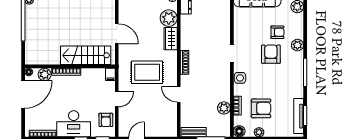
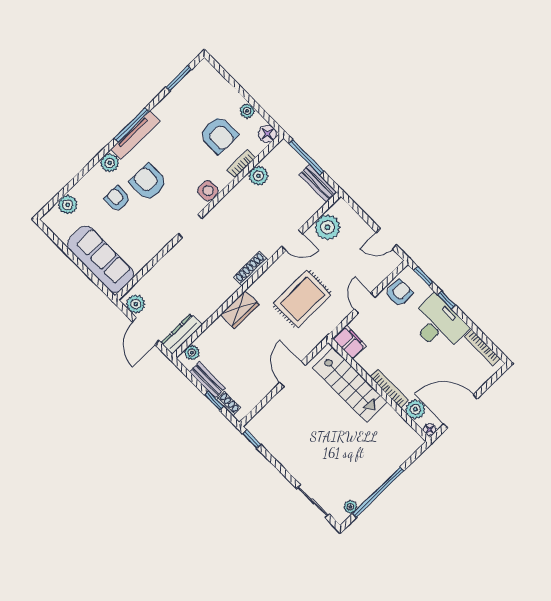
plant: (169, 18) -> (328, 227), moved
armchair: (271, 54) -> (148, 182), turned 90
rug: (147, 72) -> (302, 299), turned 90
filing cabinet: (110, 74) -> (349, 342), width x2.00
door: (179, 94) -> (292, 240), hinge flipped
door: (117, 99) -> (365, 303), hinge flipped
armchair: (261, 108) -> (219, 135), turned 180
tv unit: (299, 116) -> (135, 135), moved

